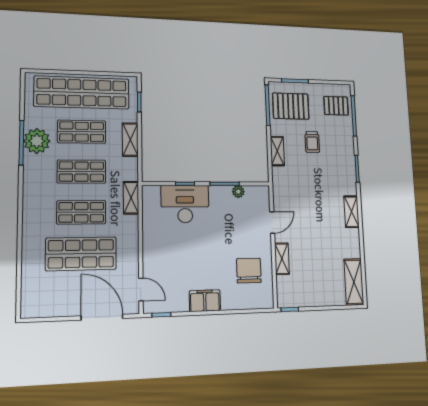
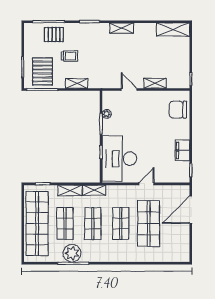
pallet: (336, 106) -> (54, 35), moved, turned 90
shelving: (131, 198) -> (94, 190), moved
desk: (185, 204) -> (119, 159), width x1.36, depth x1.30
chair: (249, 271) -> (178, 110), moved
door: (141, 289) -> (146, 184), moved
filing cabinet: (205, 301) -> (182, 150), moved

